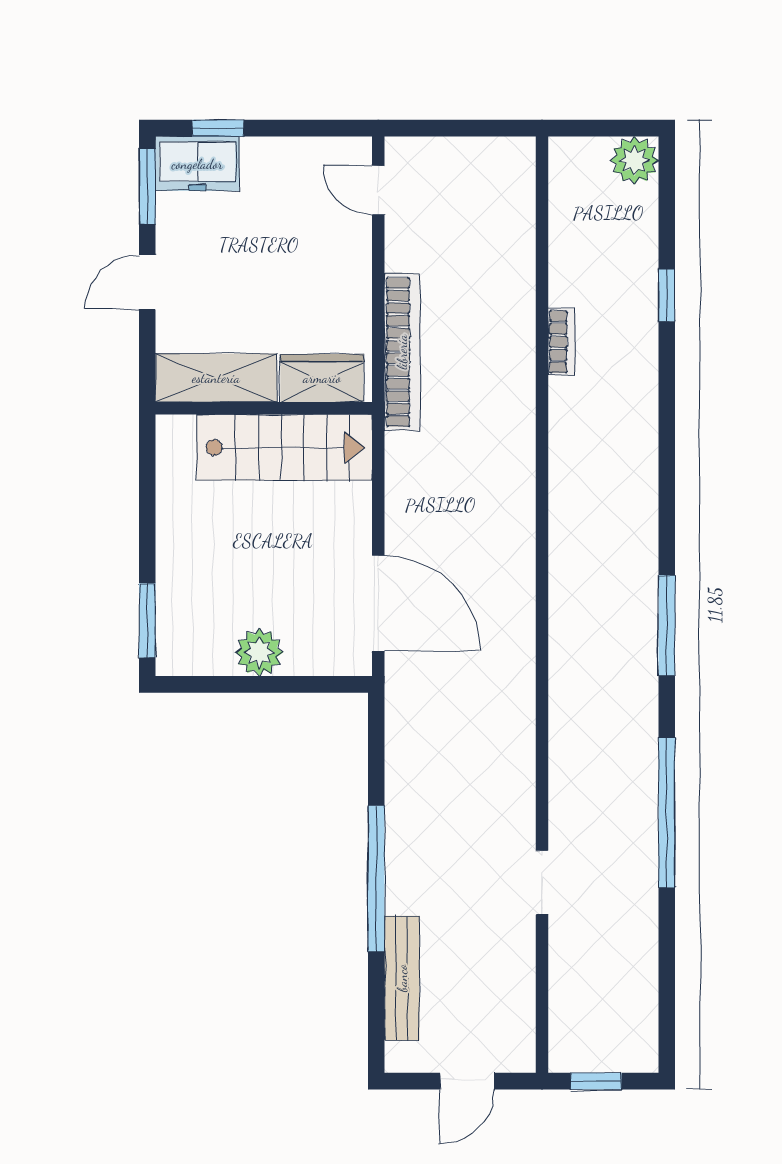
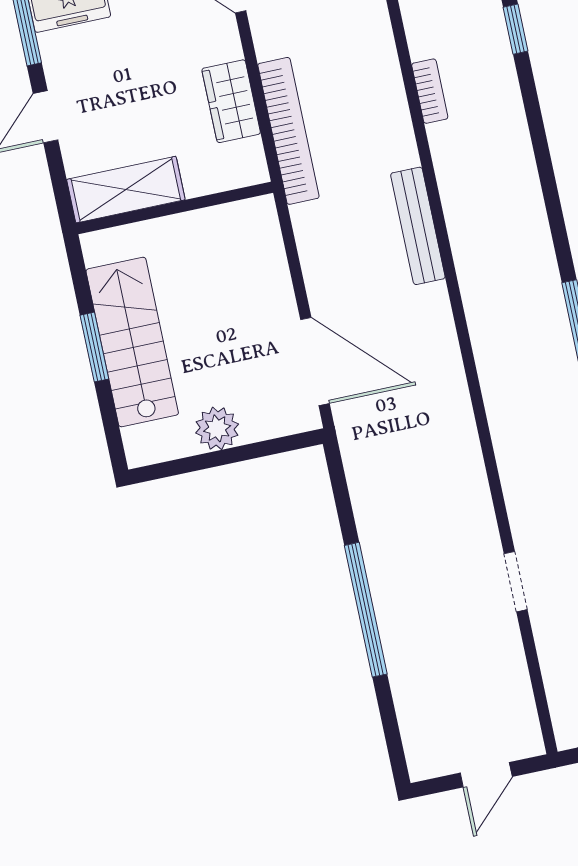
wardrobe: (322, 378) -> (231, 101), moved, turned -90
stairs: (284, 448) -> (132, 342), moved, turned -90
window: (147, 620) -> (94, 347), moved
bench: (402, 978) -> (418, 226), moved

